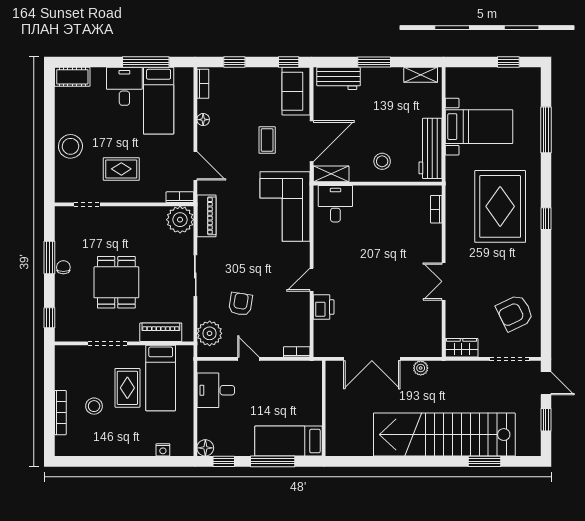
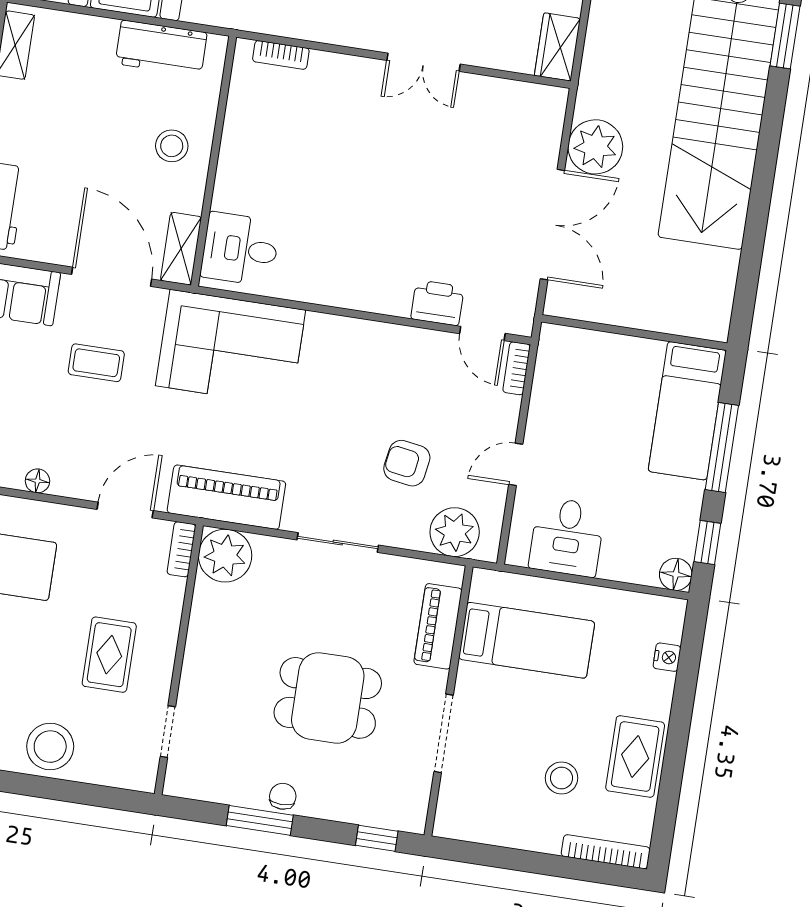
workbench: (430, 148) -> (161, 48), width x0.73
piano: (206, 216) -> (226, 497), width x1.37, depth x1.33
chair: (63, 267) -> (283, 796), turned 90
door: (312, 280) -> (482, 333), moved
plant: (421, 368) -> (595, 147), width x1.87, depth x1.87
rug: (127, 388) -> (635, 756), moved, turned 90
bookcase: (60, 413) -> (606, 852), moved

